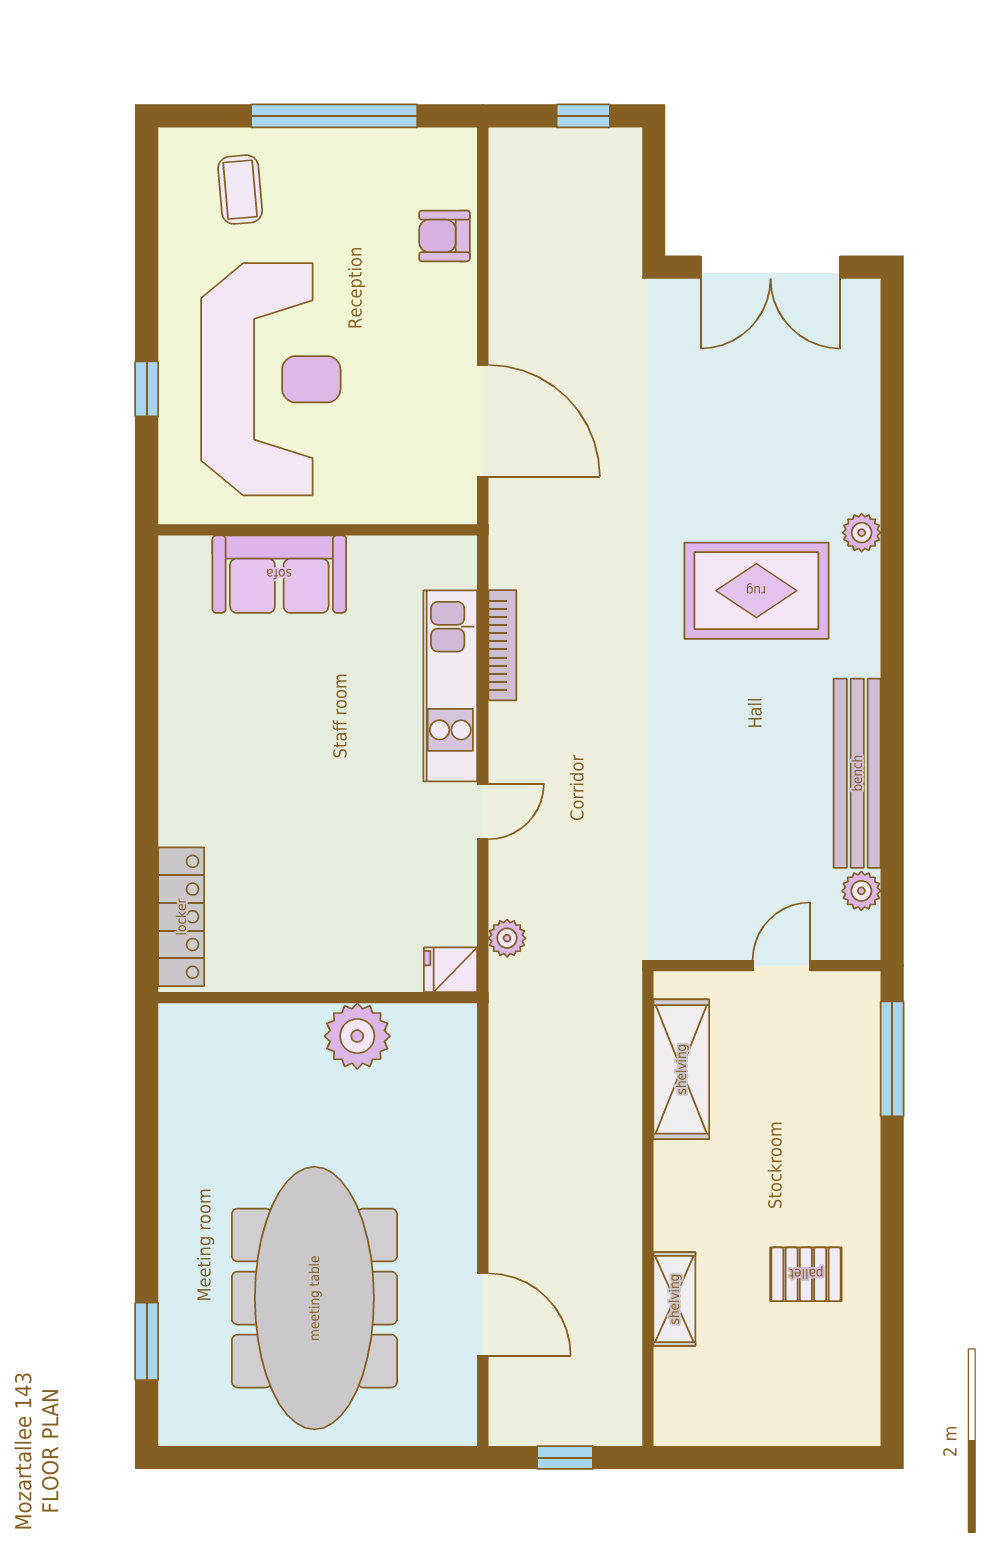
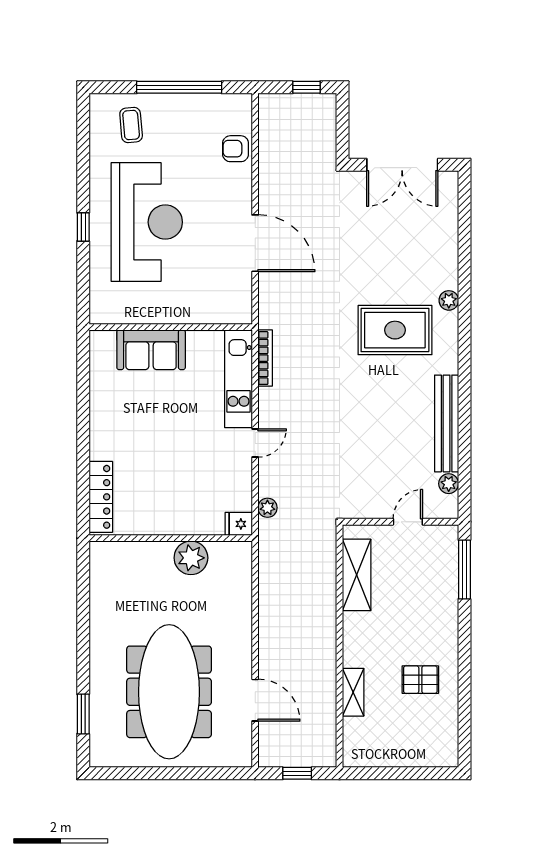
wall: (318, 530) -> (171, 327), moved
sofa: (279, 574) -> (151, 350), moved

